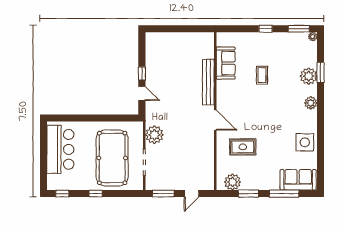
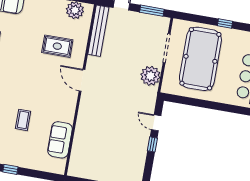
bench: (208, 82) -> (98, 31), moved

